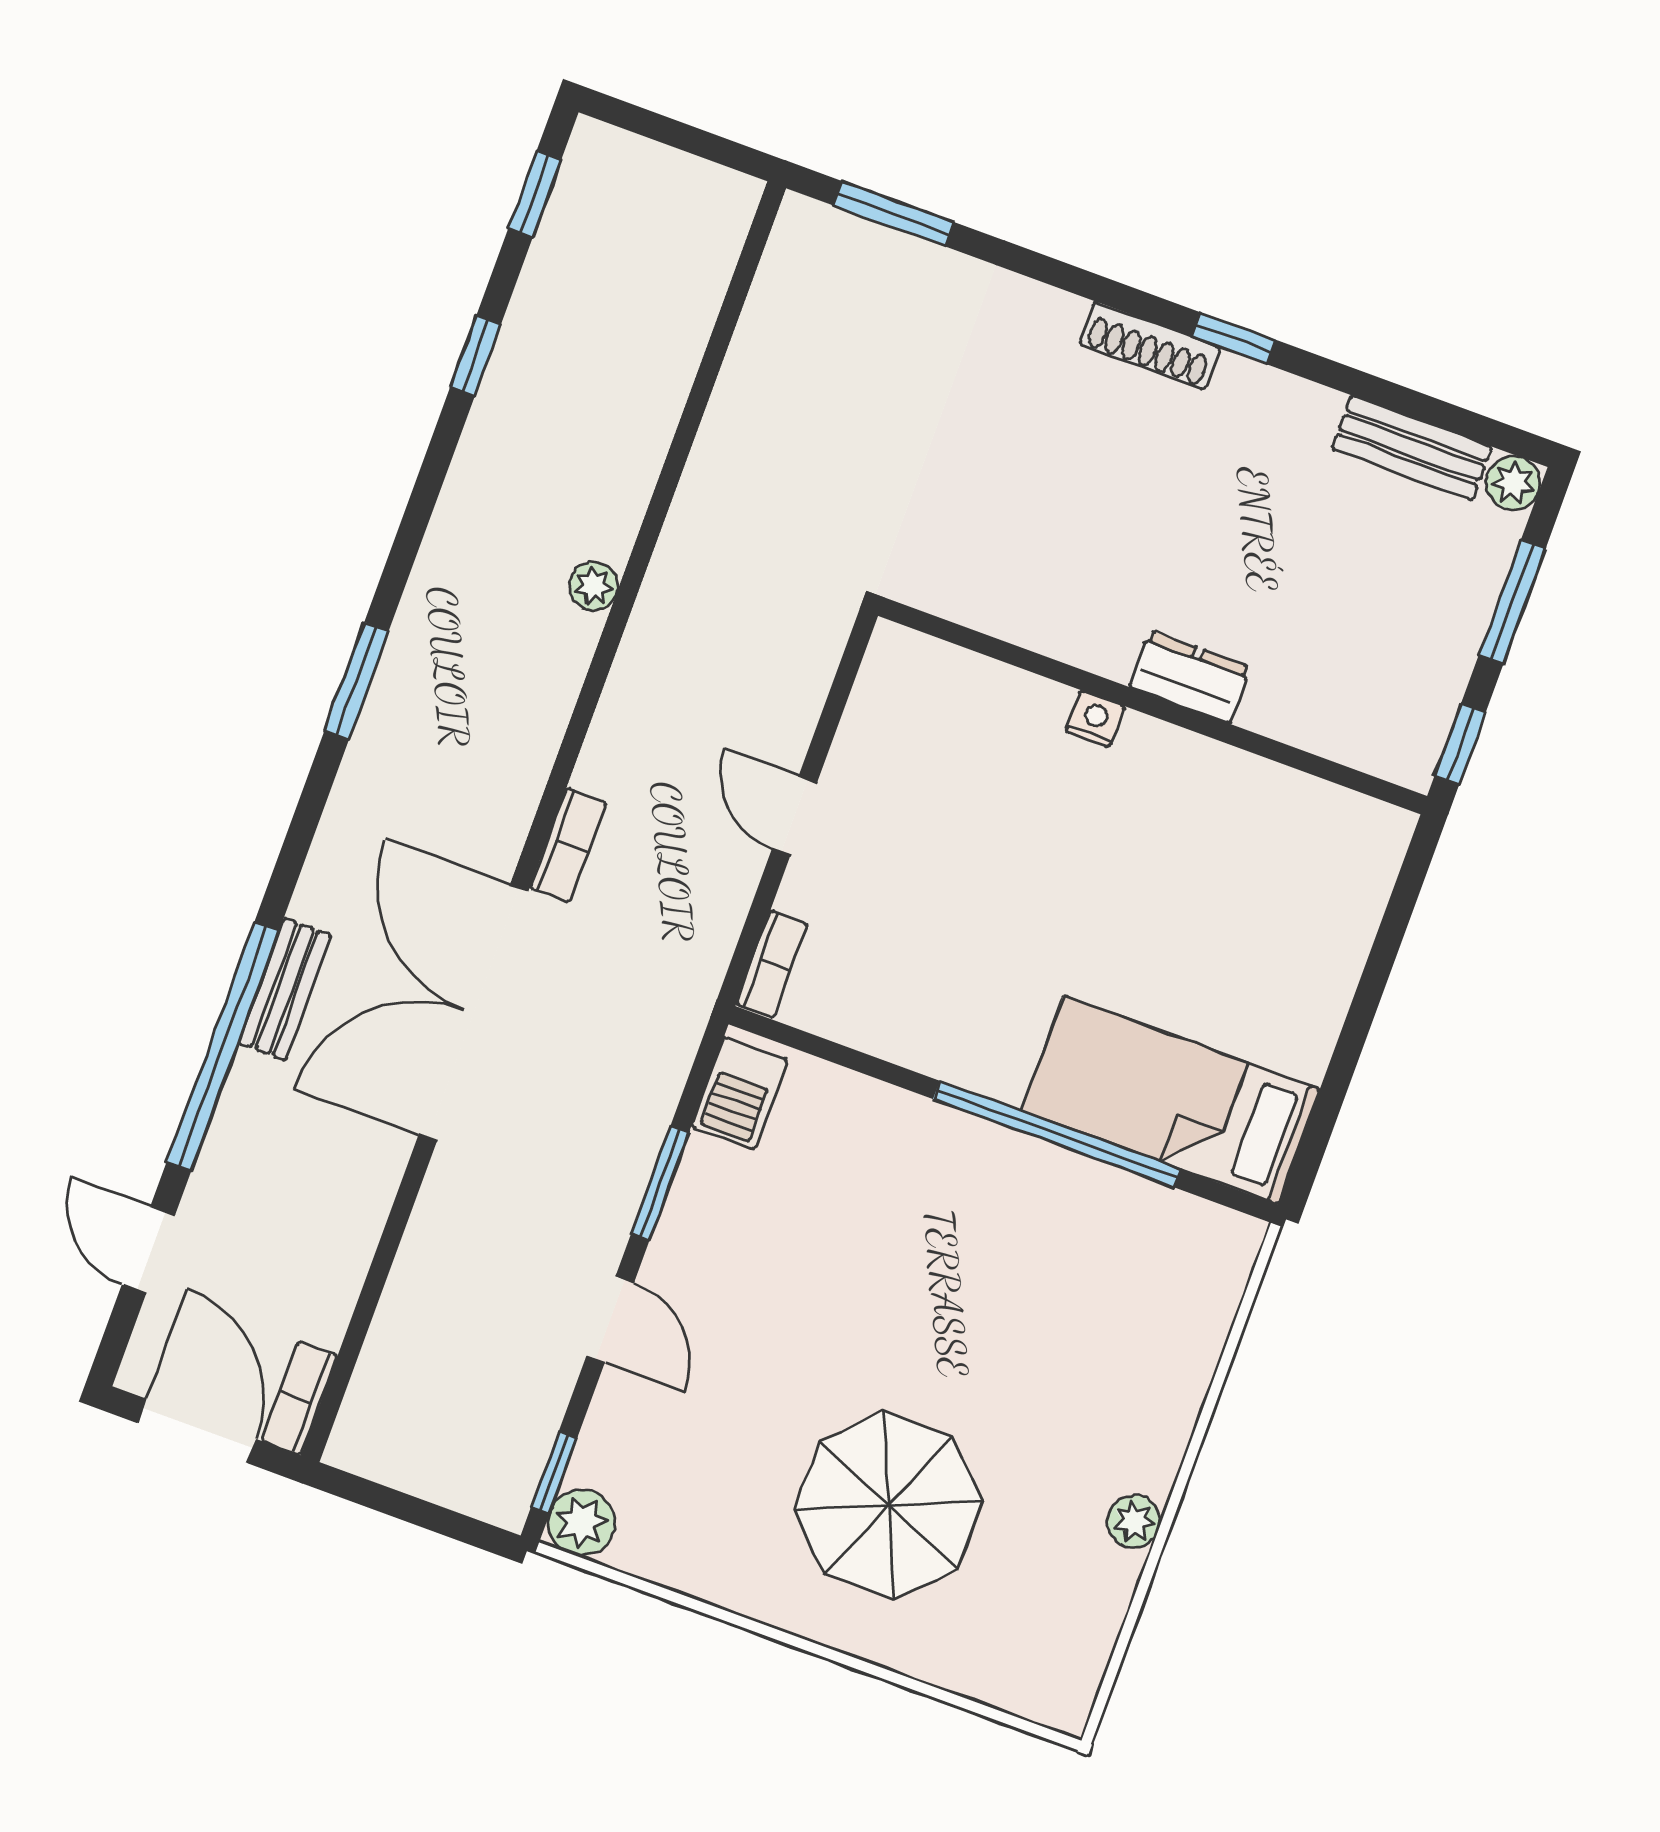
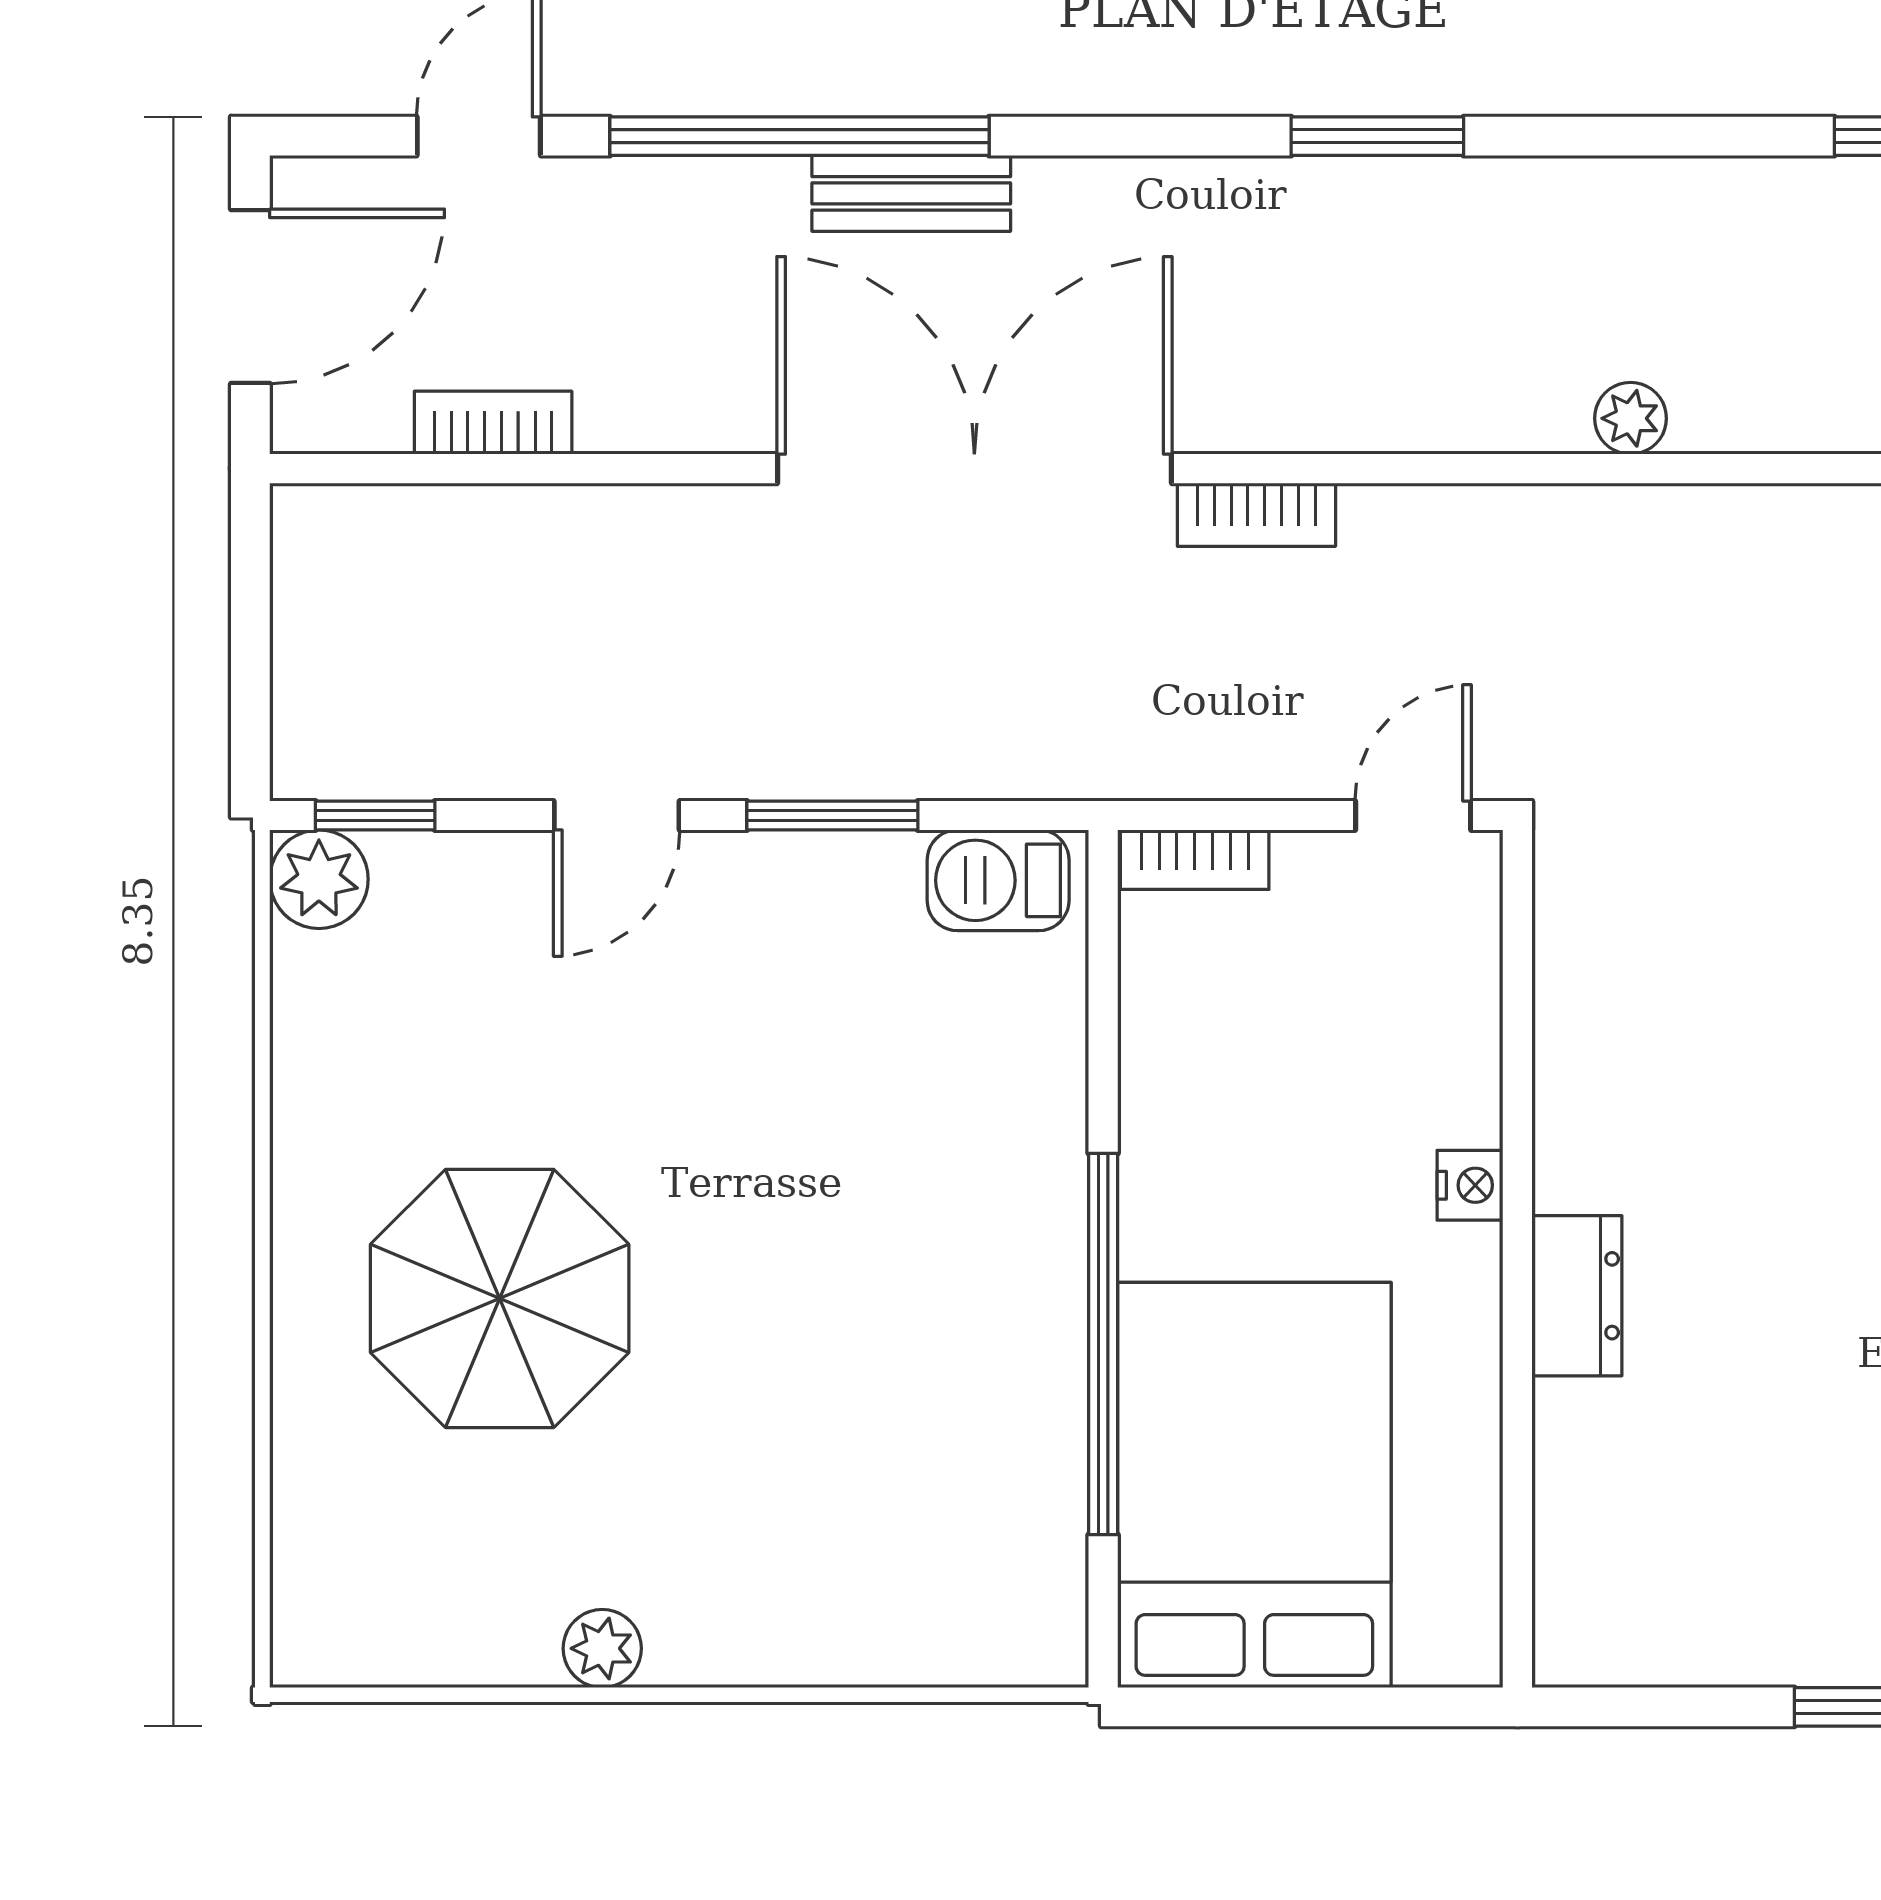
dresser: (1190, 677) -> (1577, 1296), moved
wall: (1153, 706) -> (1517, 1259), moved
nightstand: (1095, 719) -> (1470, 1185), moved
bed: (1171, 1100) -> (1254, 1485), width x1.50
bookcase: (300, 1398) -> (493, 423), moved

